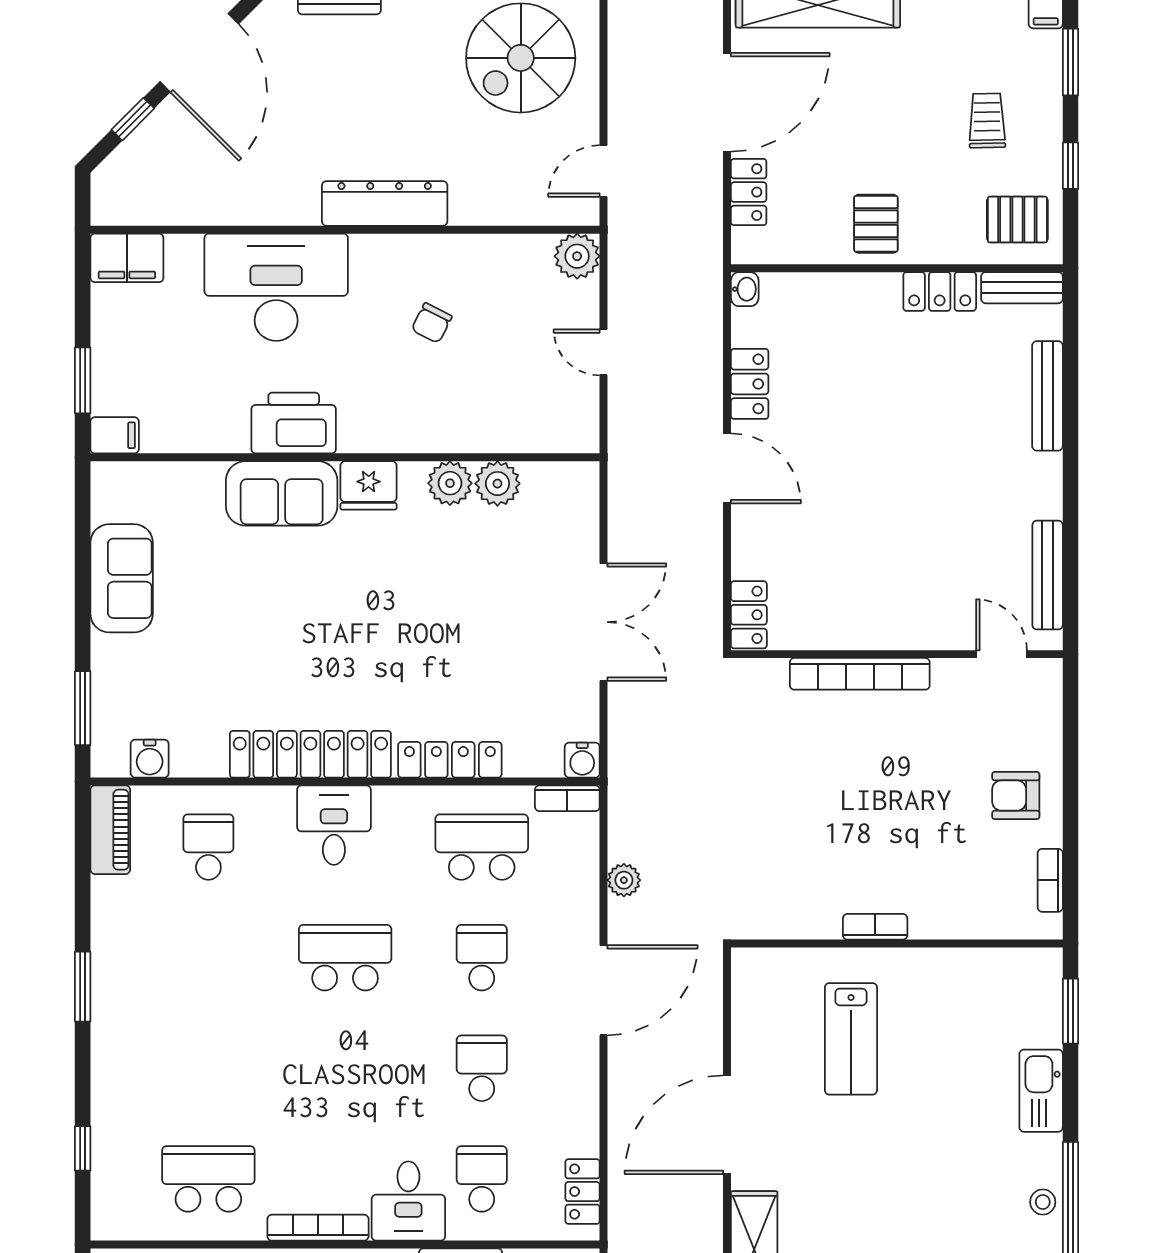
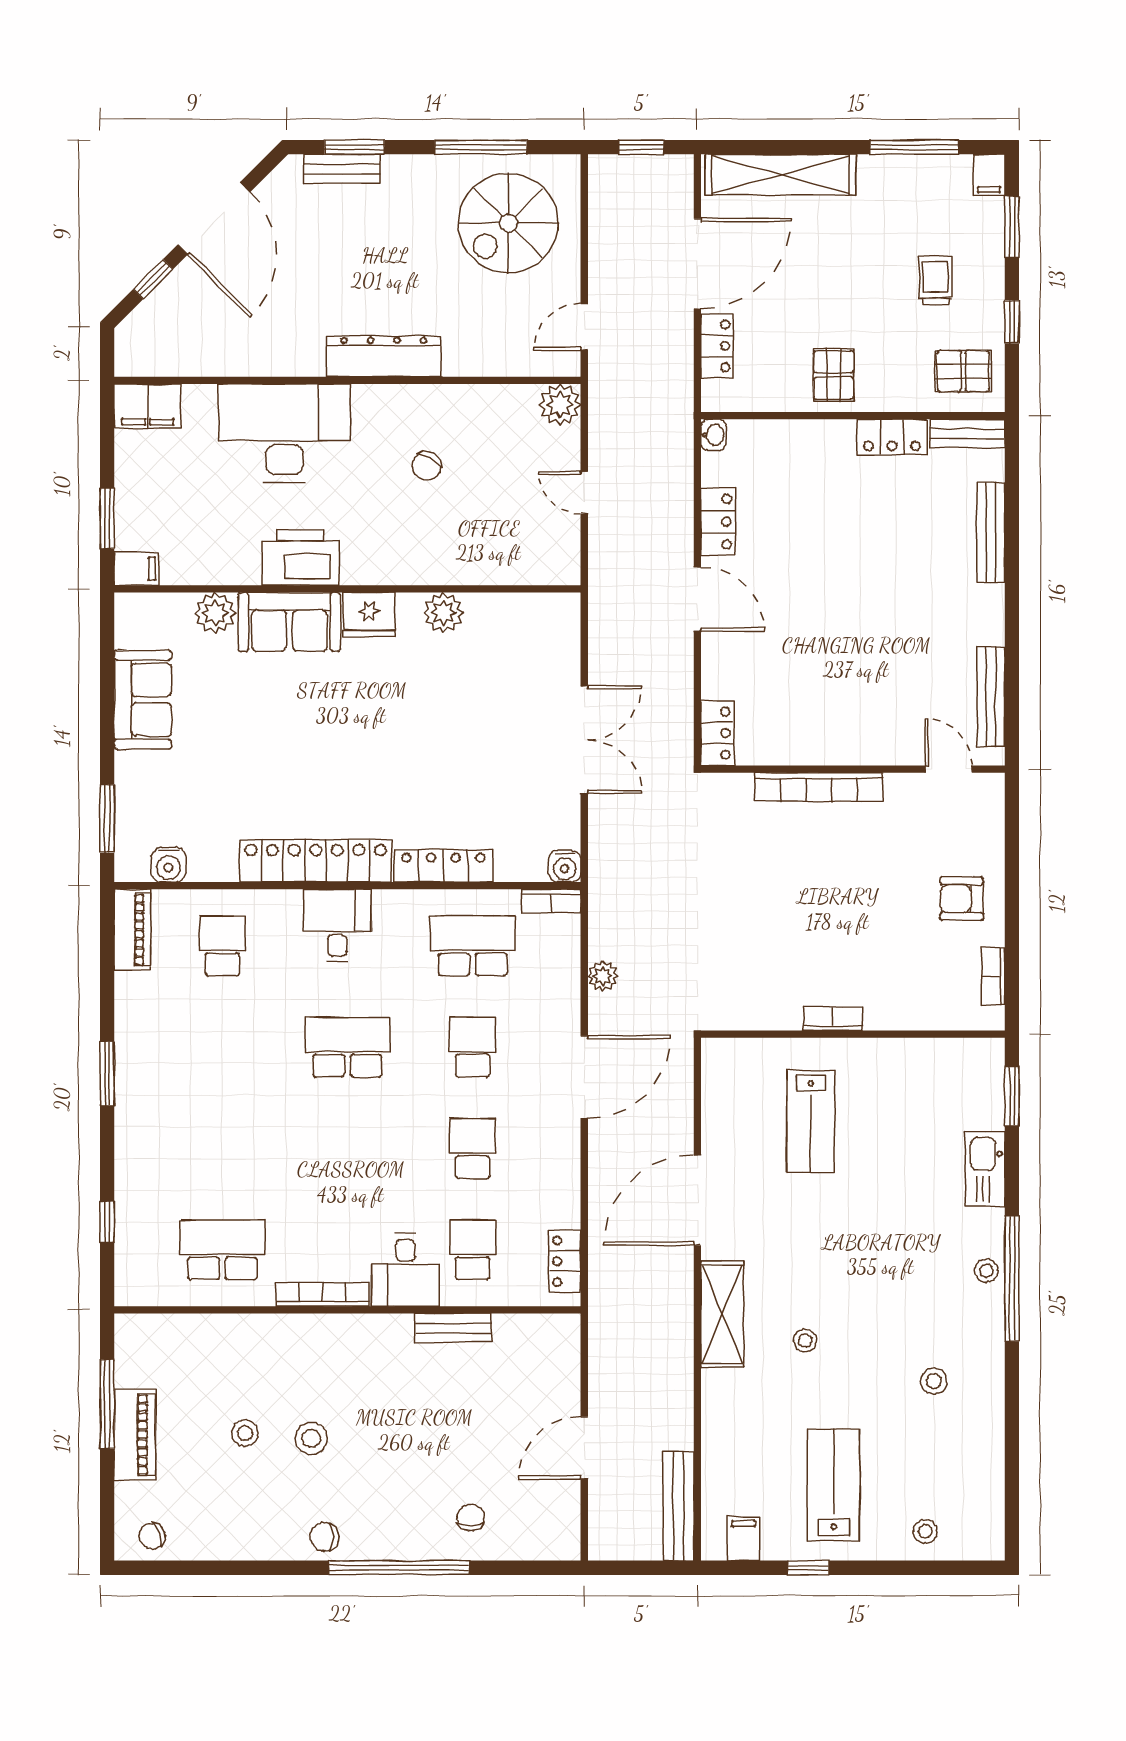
plant: (497, 484) -> (215, 613), moved

